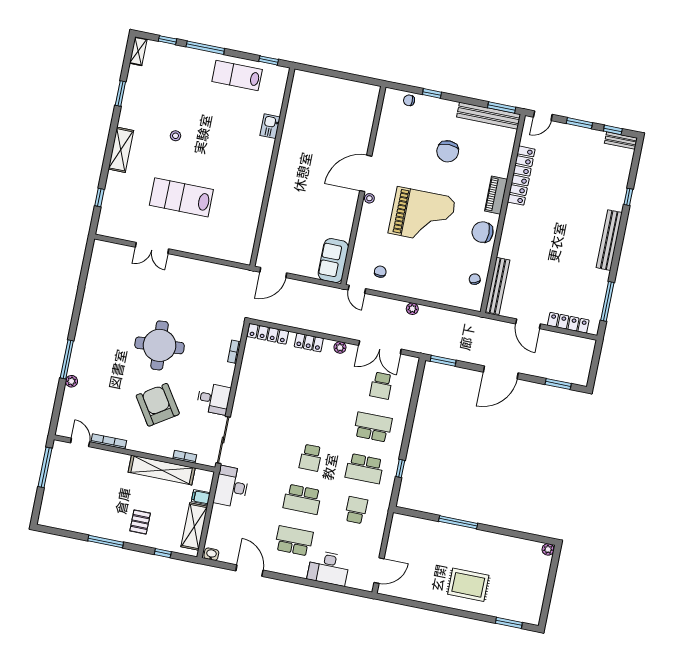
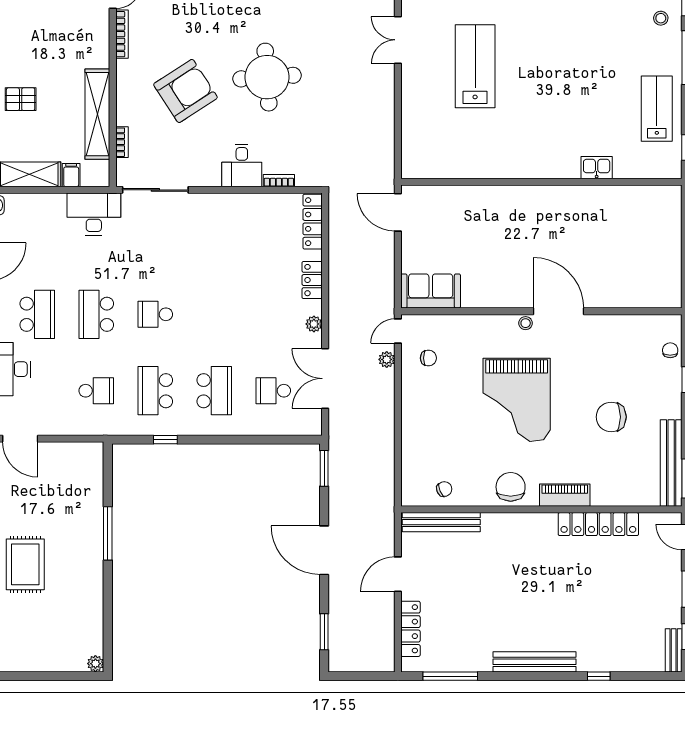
stool: (176, 136) -> (661, 18), moved
plant: (412, 309) -> (387, 359), moved
desk: (214, 399) -> (242, 165), moved

